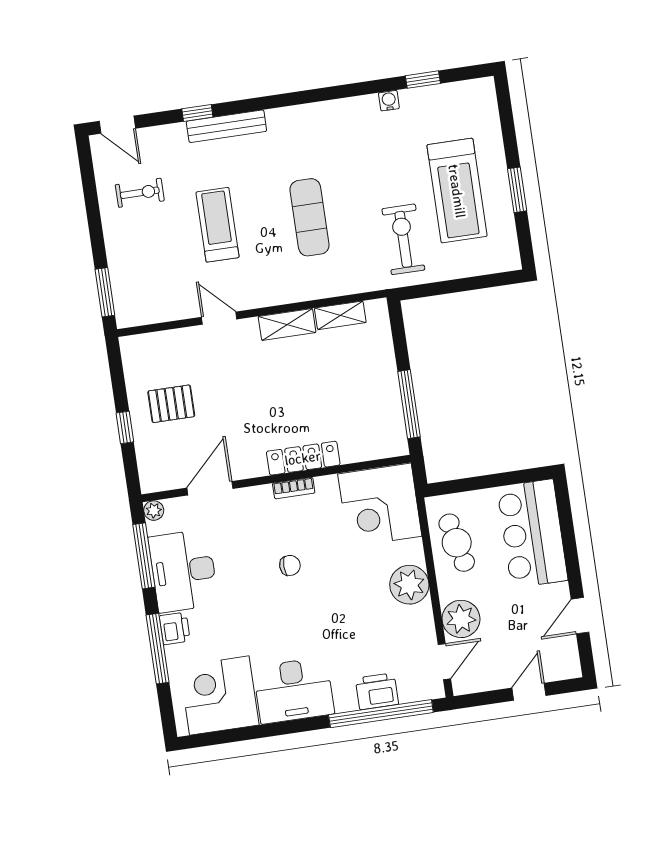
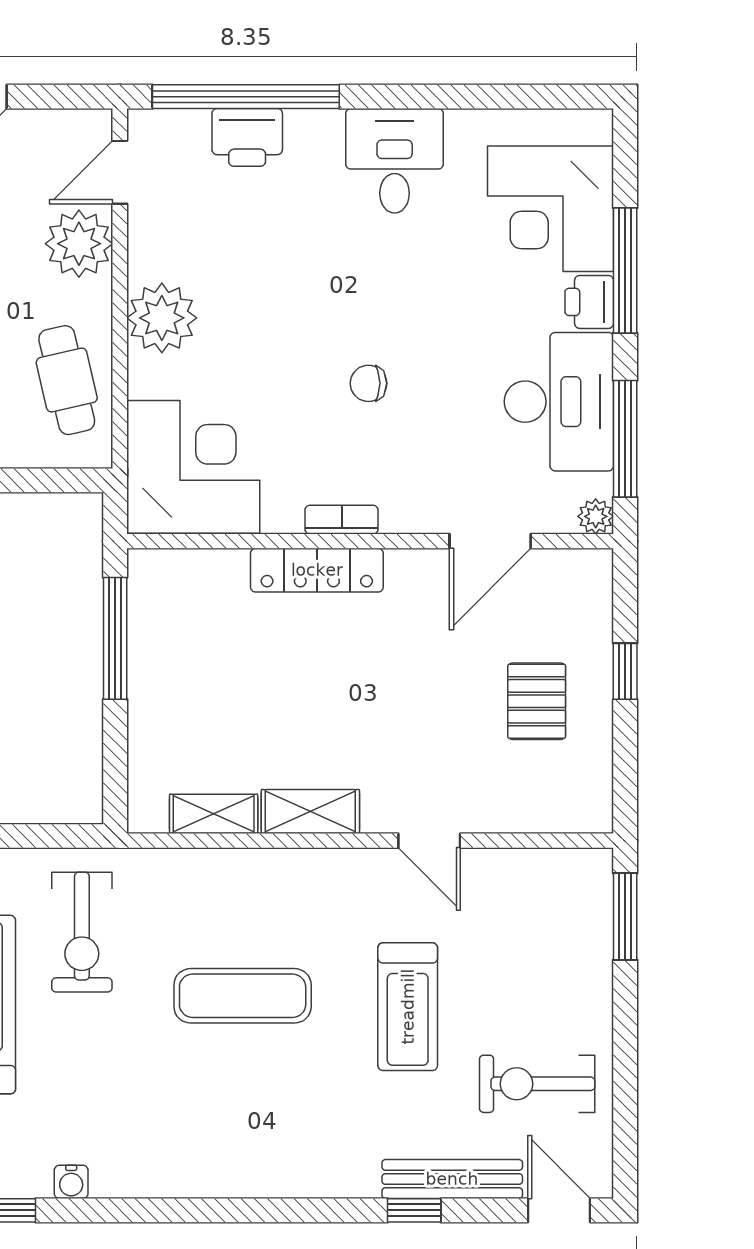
bench: (226, 126) -> (452, 1179), moved
exercise bike: (140, 193) -> (537, 1084), width x1.38, depth x1.39
exercise mat: (310, 217) -> (243, 996), turned 90
pallet: (171, 404) -> (537, 701), turned 90
desk: (294, 690) -> (395, 161), width x0.73
corner desk: (219, 695) -> (551, 209), moved, turned 90

